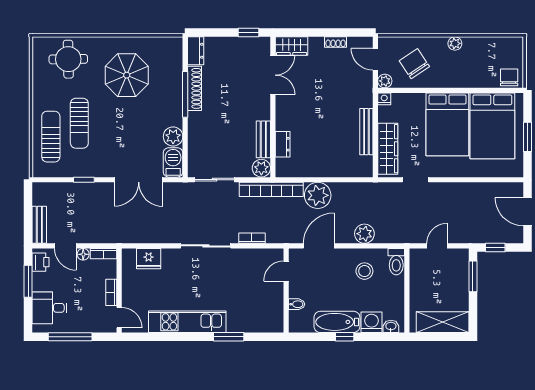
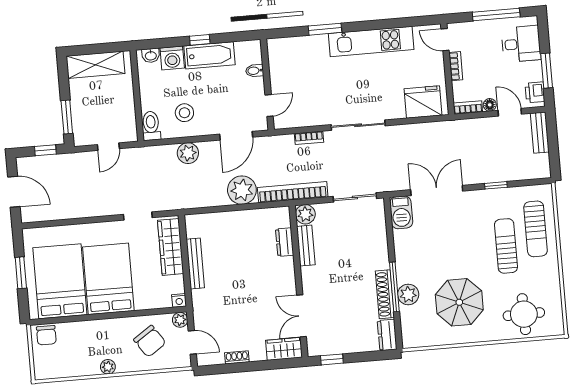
plant: (173, 137) -> (408, 294), moved
fridge: (149, 259) -> (423, 102), width x1.36, depth x1.34

